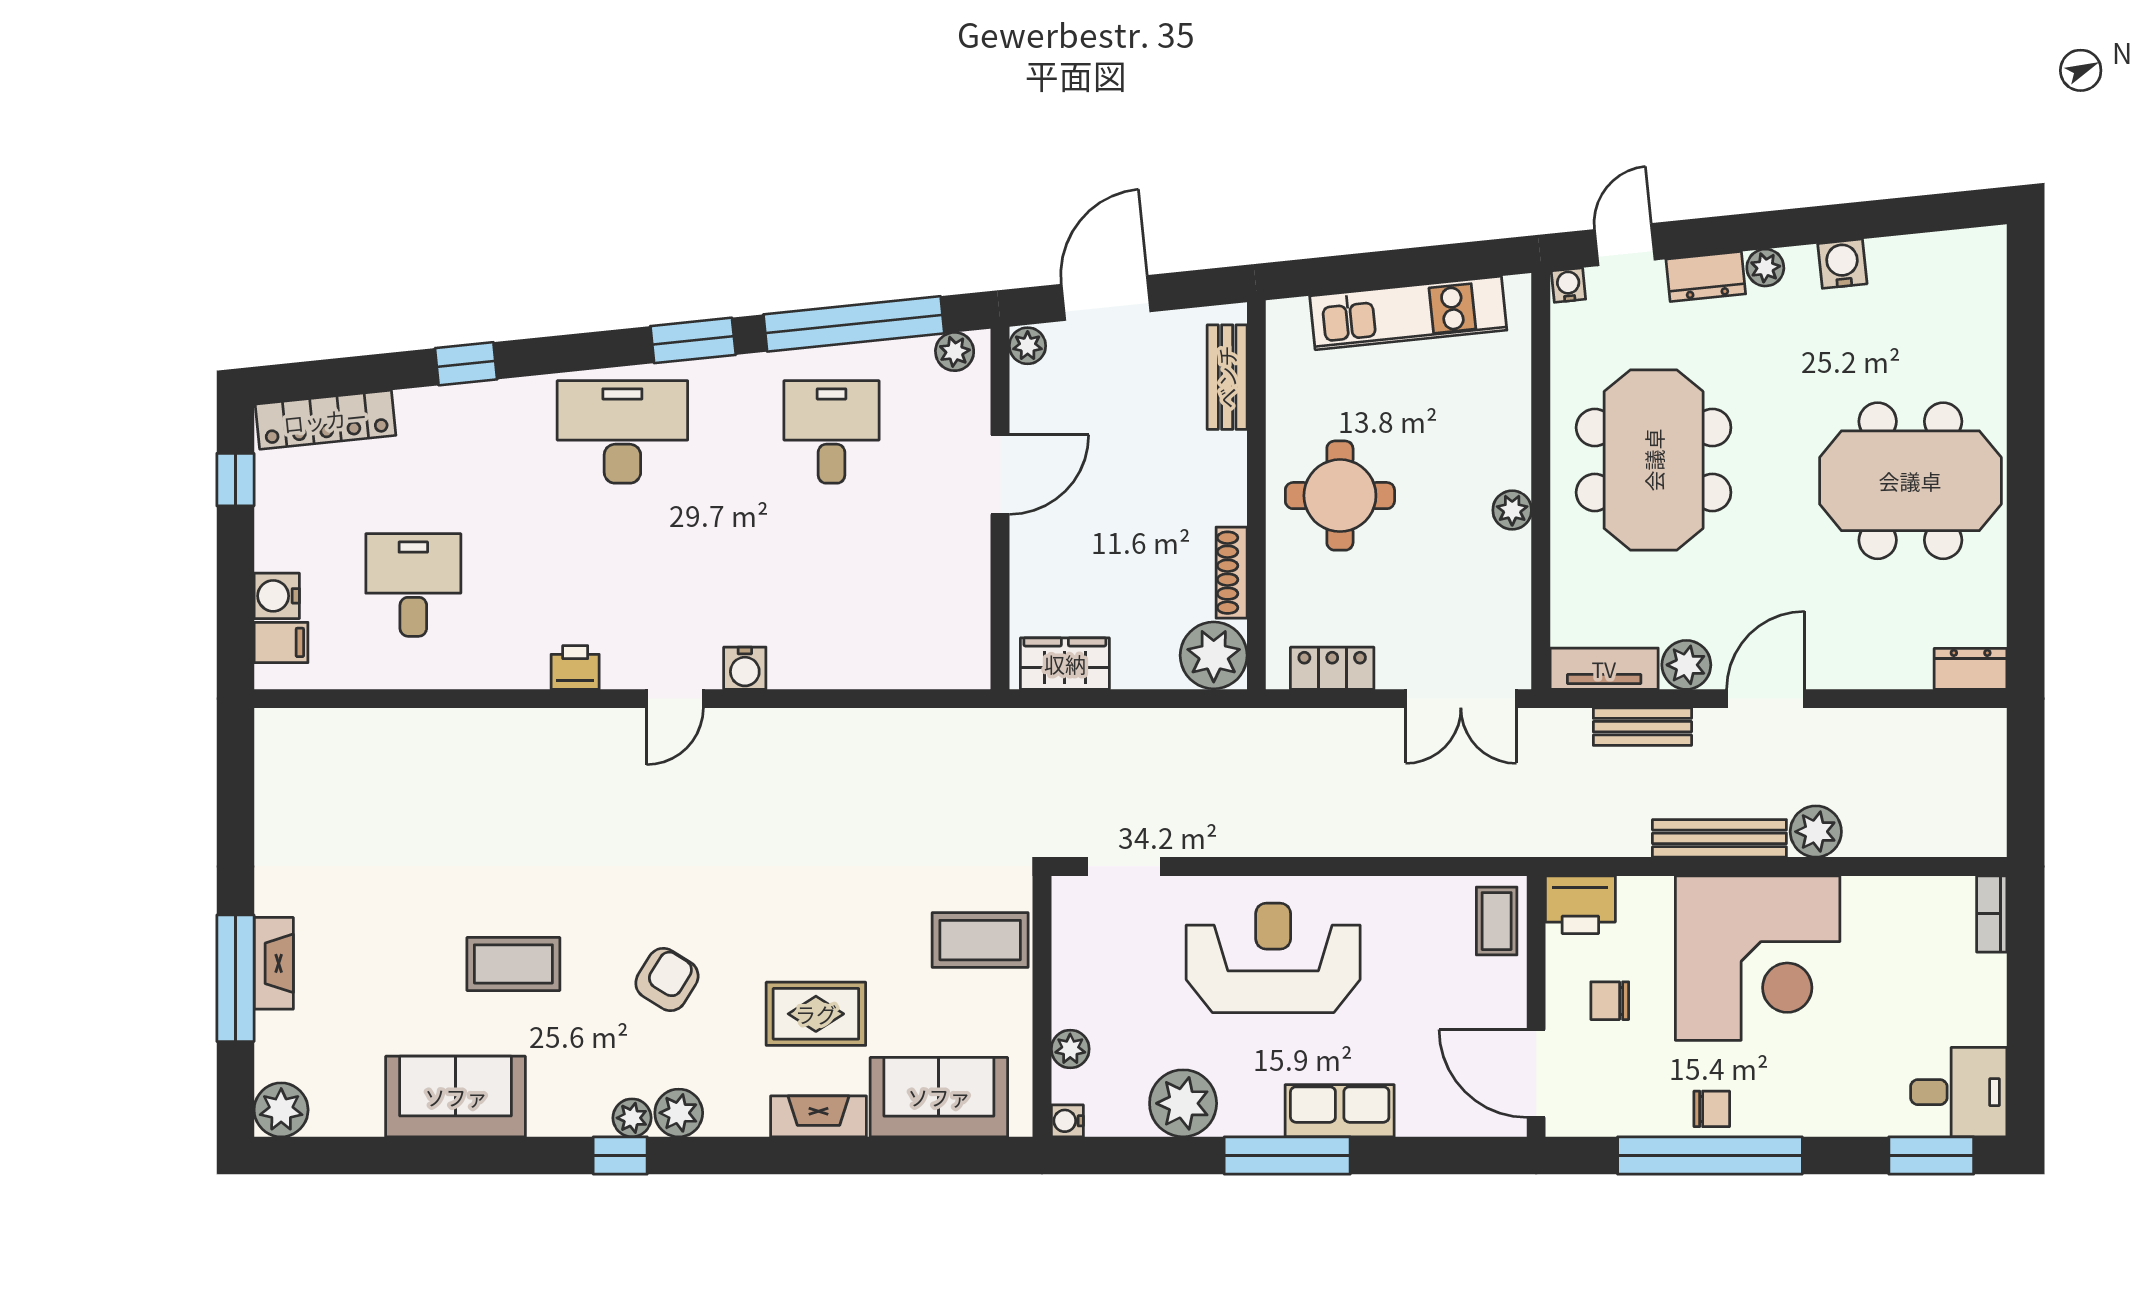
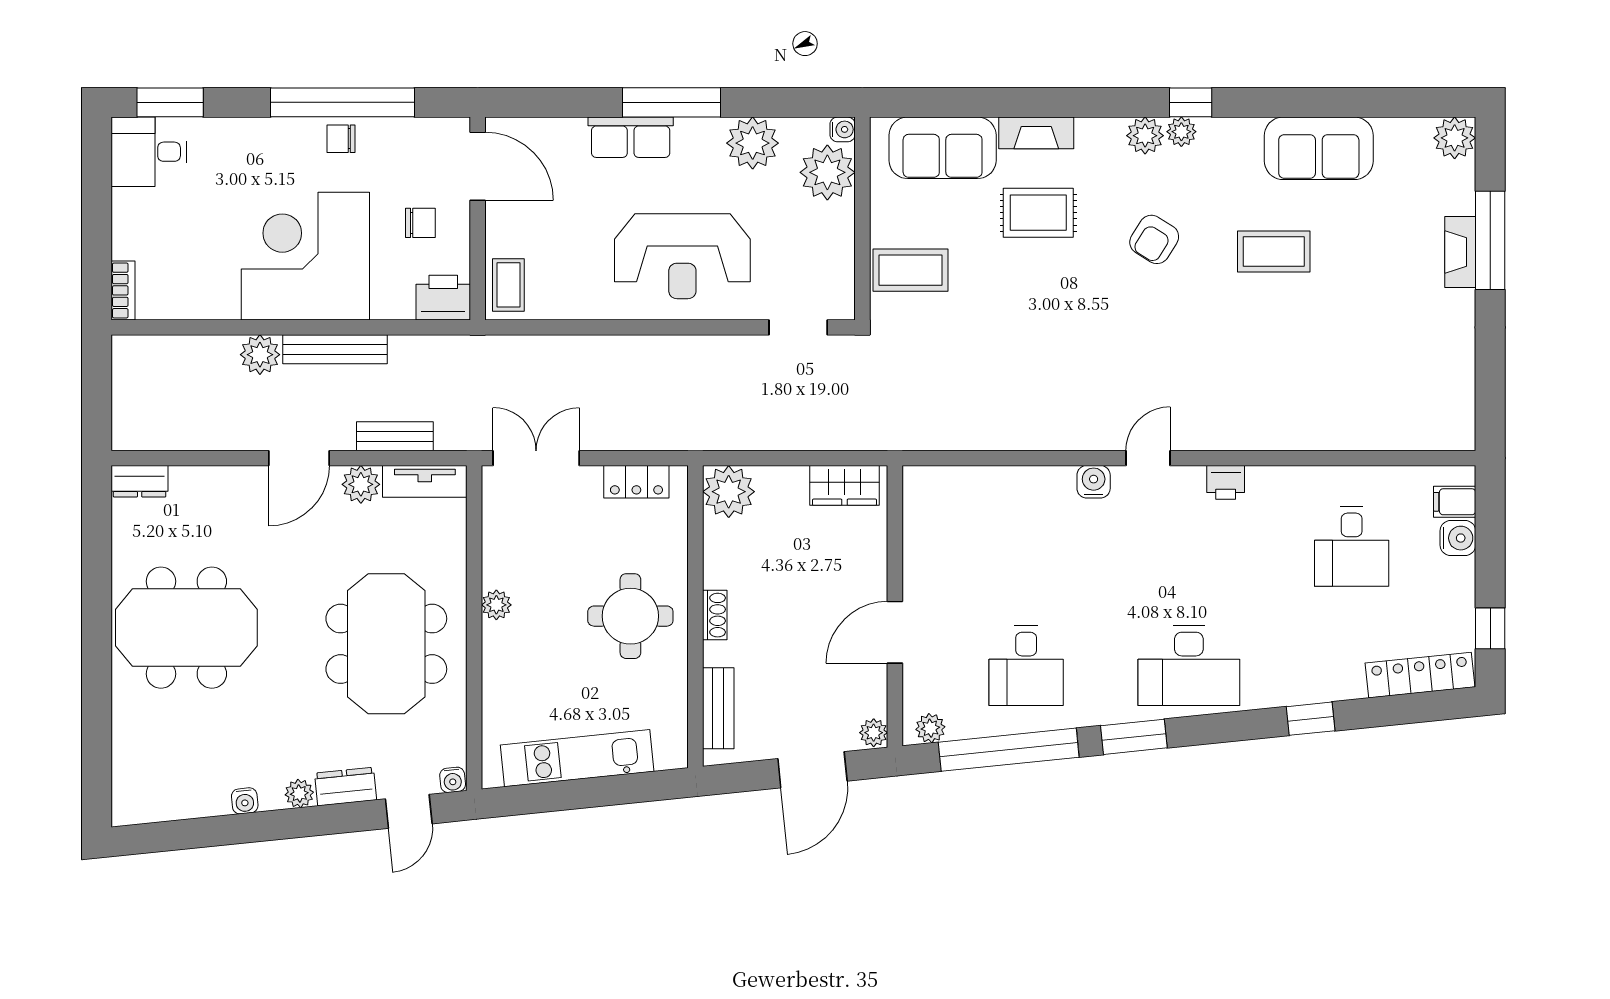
water cooler: (1842, 264) -> (245, 801), width x0.72, depth x0.72
shoe rack: (1232, 573) -> (715, 615), moved, width x0.70
plant: (1070, 1049) -> (827, 172), width x1.87, depth x1.87

